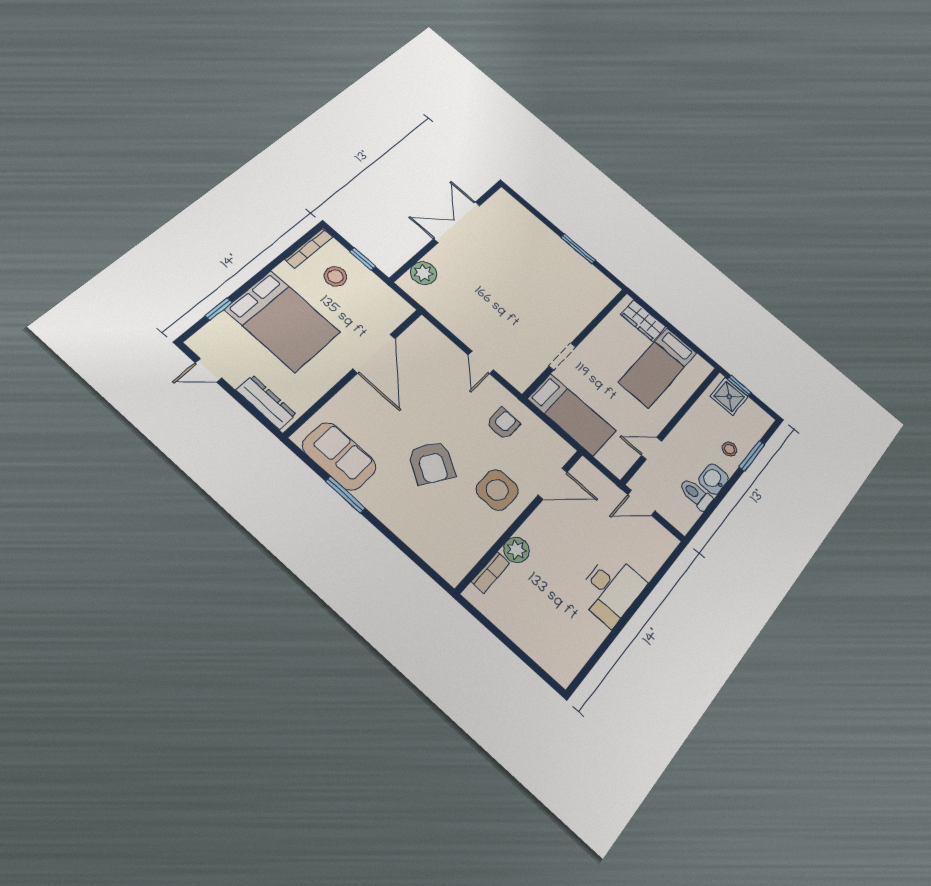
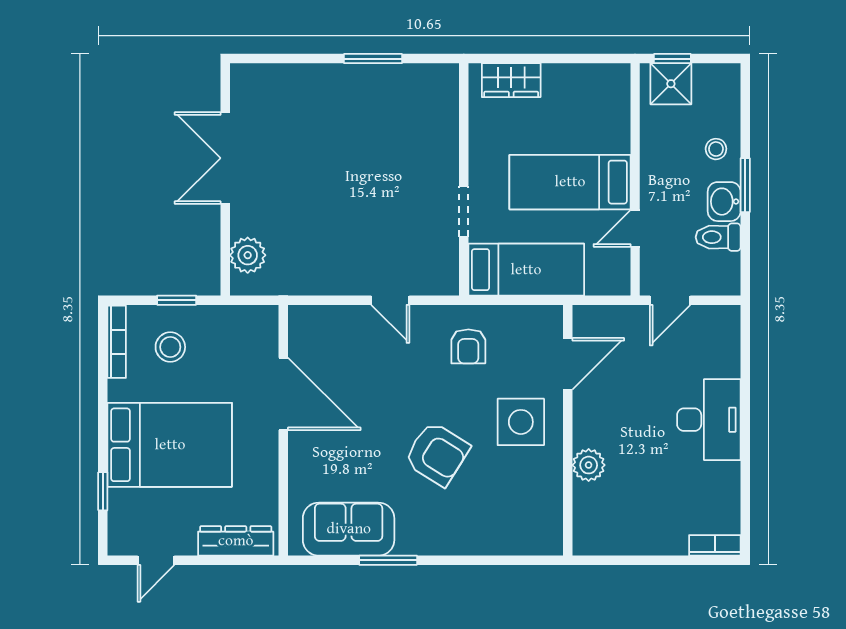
bed: (658, 367) -> (570, 182), moved, turned 90
armchair: (503, 424) -> (468, 346), turned 180
window: (752, 456) -> (745, 185), moved
bookcase: (491, 572) -> (715, 545), moved, turned -90

